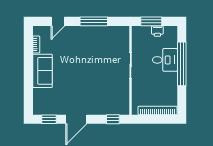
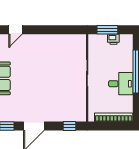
window: (94, 21) -> (51, 30), removed
desk: (165, 60) -> (121, 84), moved

